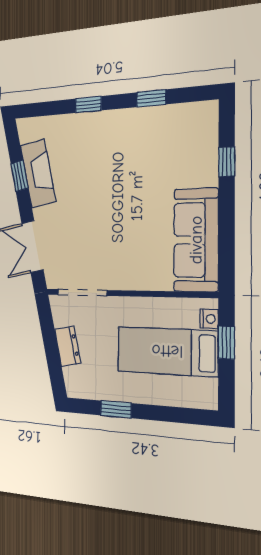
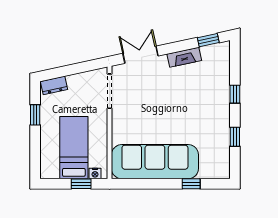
fireplace: (38, 173) -> (184, 57), width x0.73, depth x0.76
window: (19, 176) -> (208, 40), moved
sofa: (196, 240) -> (155, 162), width x1.36, depth x1.27
dresser: (68, 346) -> (54, 85), moved

